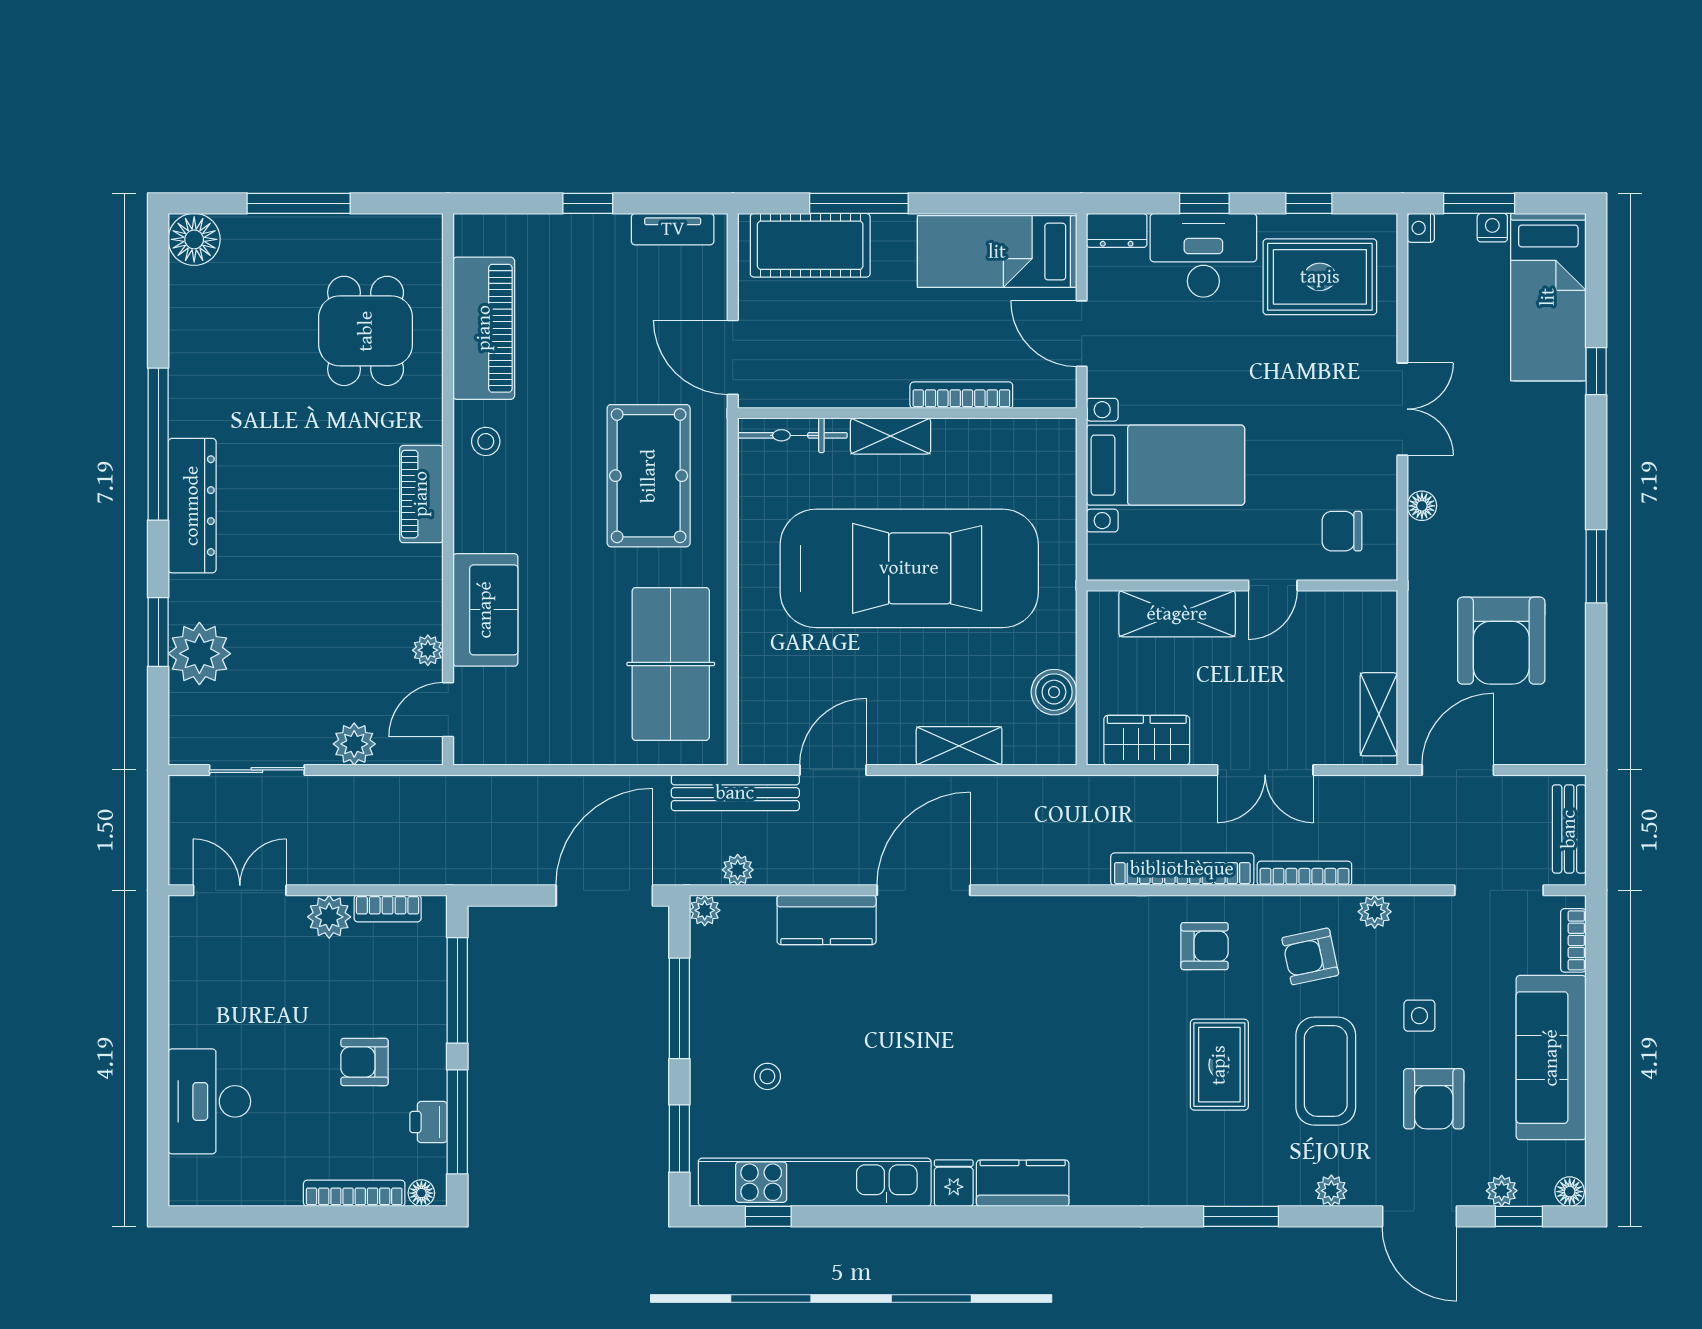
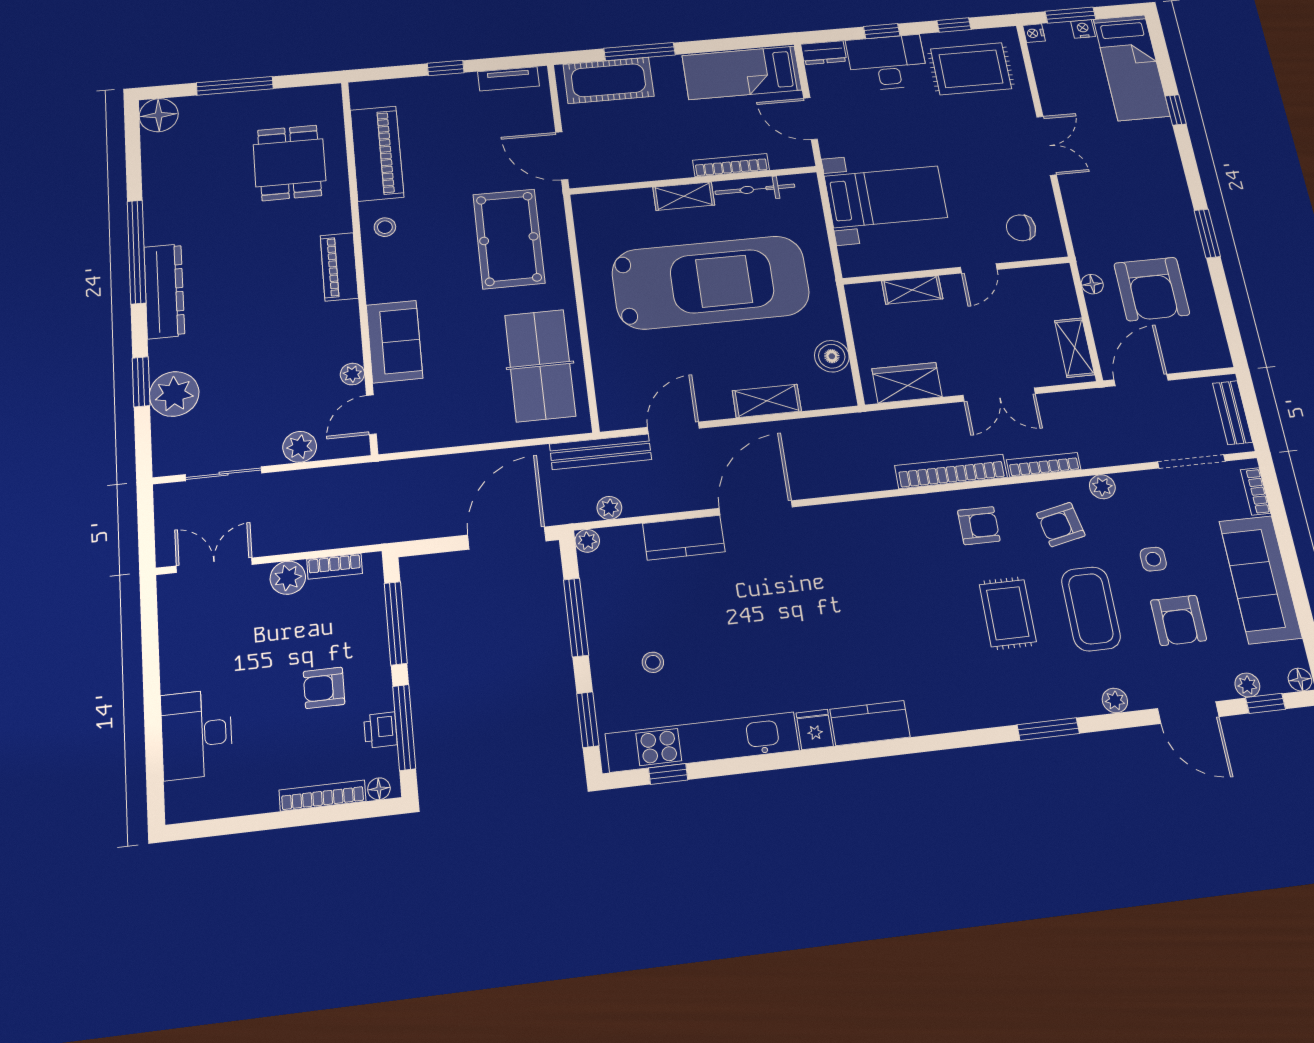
bicycle: (792, 435) -> (755, 189), moved
floor lamp: (1422, 506) -> (1092, 284), moved
shelving: (1177, 614) -> (912, 290), width x0.67, depth x0.75

